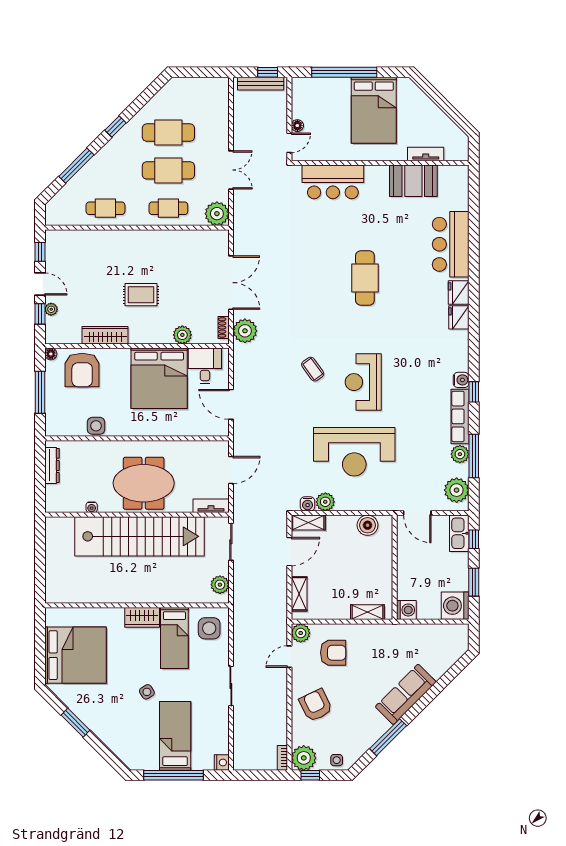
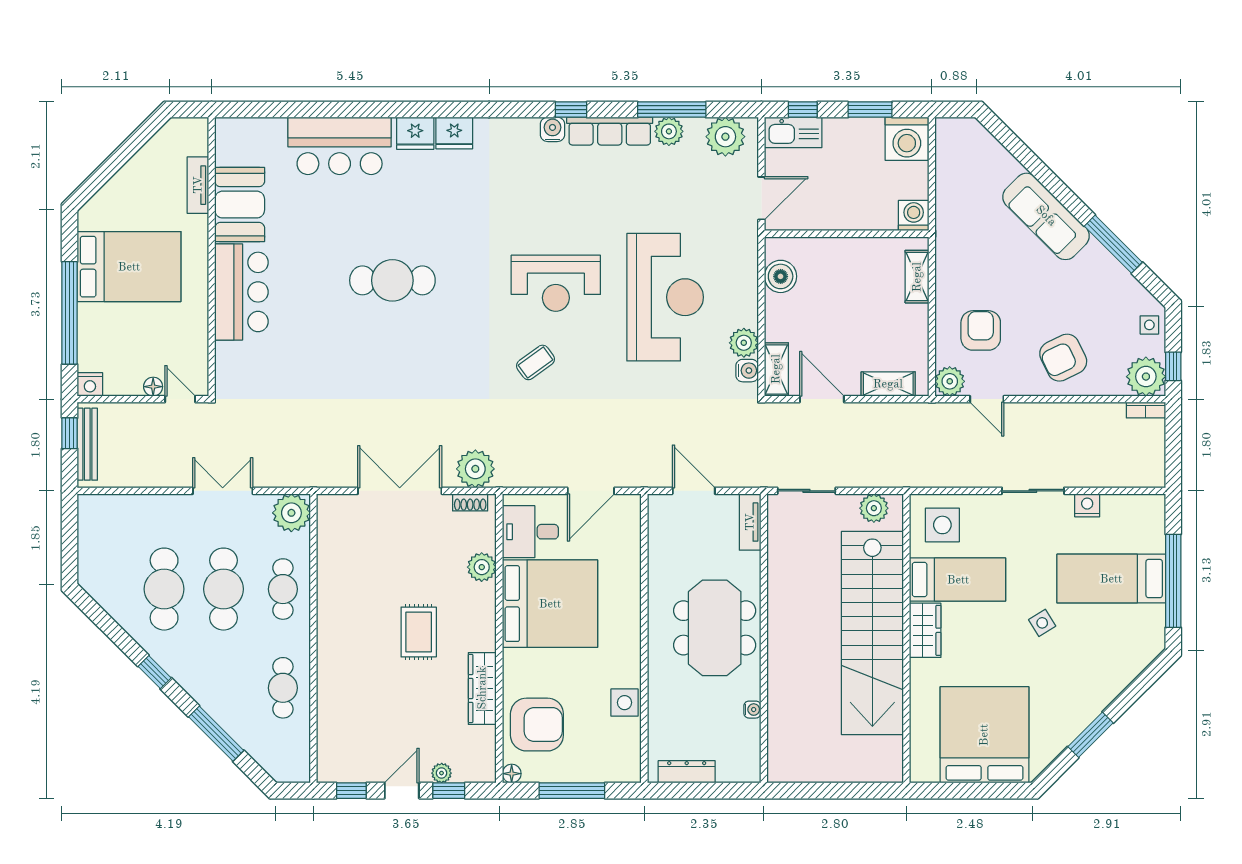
nightstand: (299, 85) -> (90, 384), added
bar counter: (333, 182) -> (241, 292), moved
stairs: (139, 536) -> (872, 633), moved, turned 180
nightstand: (222, 762) -> (1087, 505), moved

